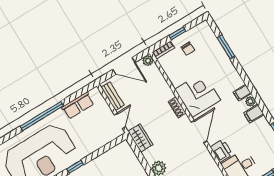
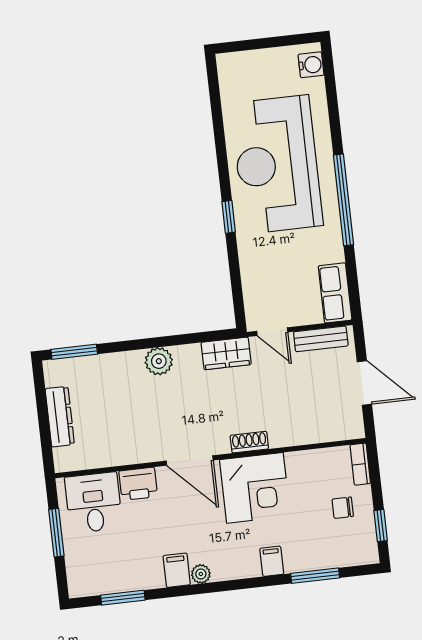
window: (177, 33) -> (381, 526), moved
plant: (148, 61) -> (354, 429), removed
door: (124, 66) -> (364, 383), swing flipped
filing cabinet: (242, 93) -> (272, 561), moved
row of seats: (78, 106) -> (335, 293), moved

